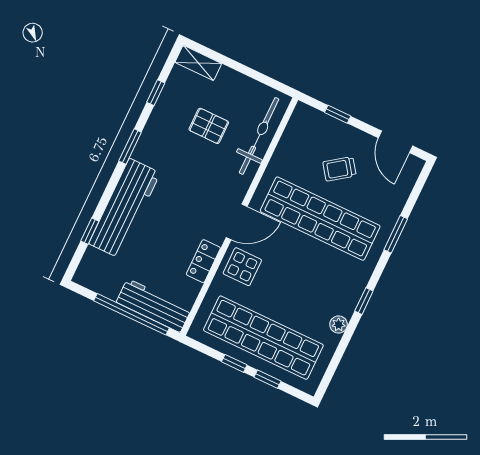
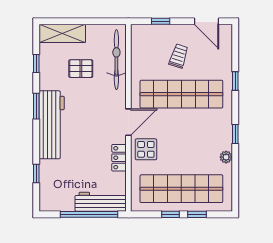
shelving: (198, 63) -> (62, 33), width x1.50, depth x1.33
trolley: (339, 169) -> (179, 56), turned 144
workbench: (124, 208) -> (52, 125), moved
window: (396, 234) -> (235, 81), width x0.67

